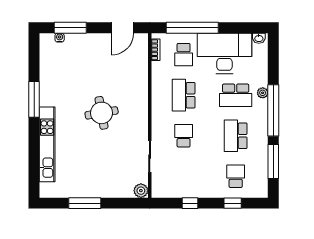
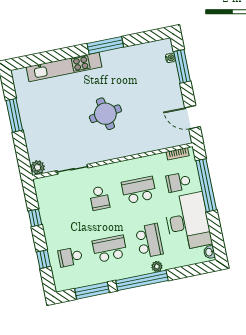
school desk: (236, 95) -> (149, 241), turned 180
school desk: (184, 136) -> (99, 198), turned 90
school desk: (236, 176) -> (70, 257), turned 180

